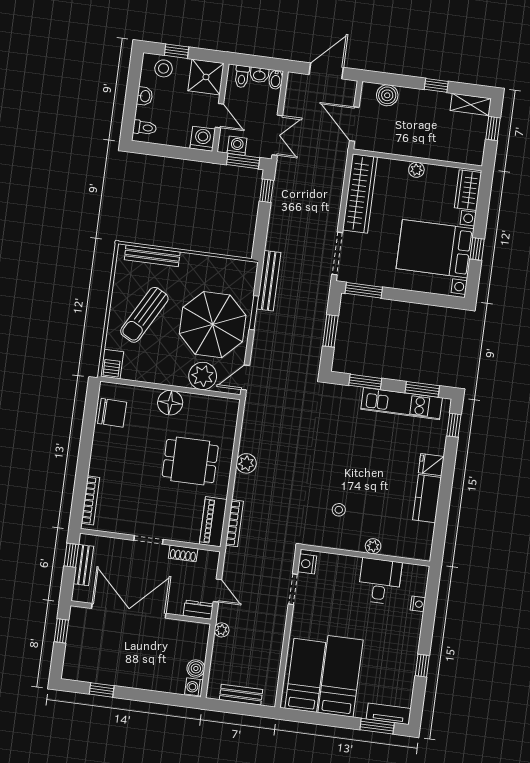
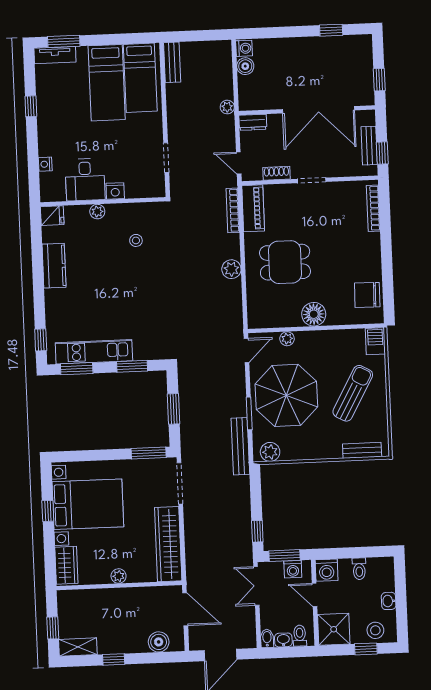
toilet: (145, 128) -> (359, 569), moved, turned -90
bench: (152, 256) -> (362, 450), width x0.73
plant: (239, 270) -> (270, 452), added
plant: (203, 376) -> (287, 339), width x0.53, depth x0.53
fridge: (431, 465) -> (52, 216), moved
nightstand: (307, 564) -> (115, 191), moved, turned 90
door: (217, 591) -> (239, 163), moved
bench: (241, 695) -> (172, 62), moved, turned 90

